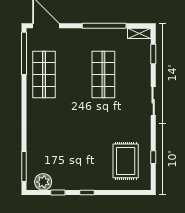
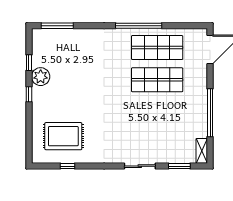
window: (24, 53) -> (139, 26), moved
shop shelf: (103, 74) -> (157, 80), moved
sliding door: (153, 101) -> (140, 166), moved
plant: (43, 182) -> (41, 77), moved

